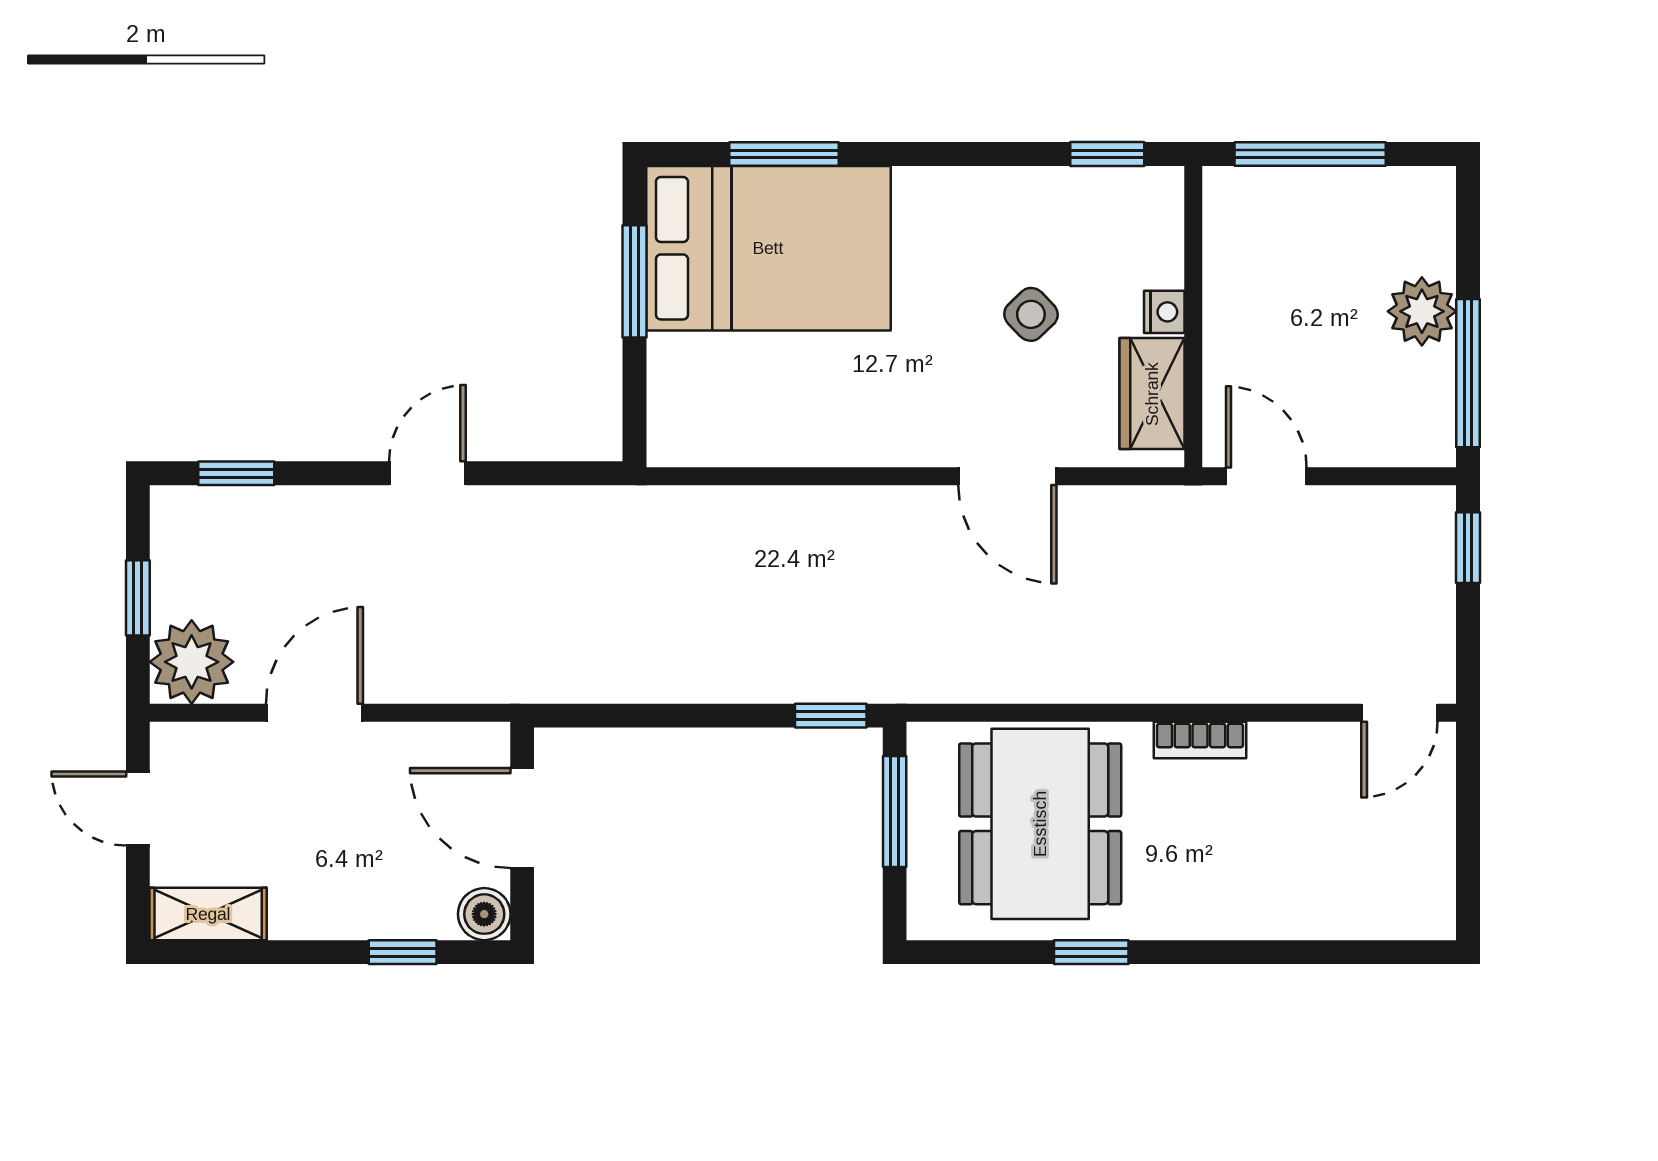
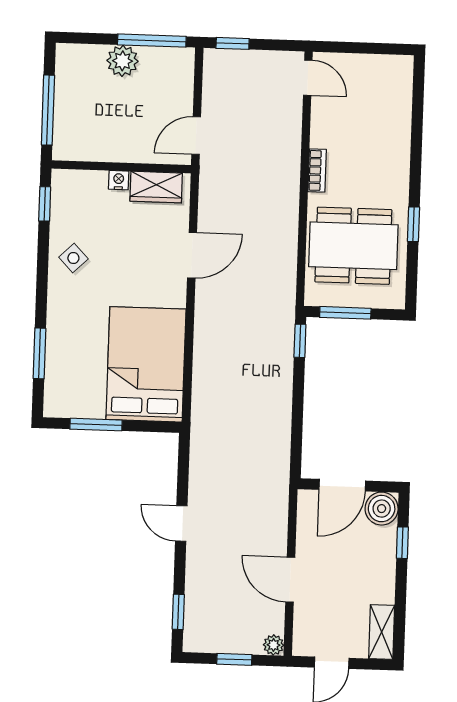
bed: (768, 248) -> (146, 364), moved
side table: (1031, 314) -> (73, 258), moved
plant: (192, 662) -> (274, 645), width x0.53, depth x0.53
boiler: (484, 914) -> (382, 509), width x1.36, depth x1.36

